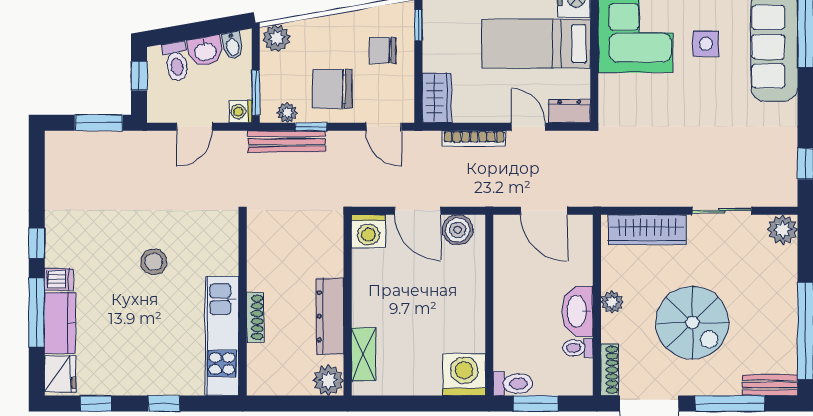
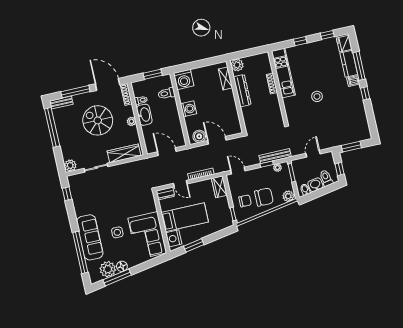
chair: (332, 89) -> (264, 197), moved
washing machine: (241, 112) -> (296, 164), removed
washing machine: (368, 231) -> (188, 109), moved, turned 90
toilet: (513, 384) -> (166, 93), moved

